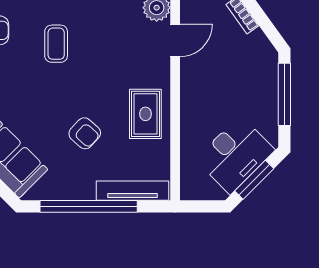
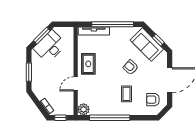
door: (175, 40) -> (76, 84), moved
window: (284, 94) -> (29, 72), width x0.69
armchair: (85, 133) -> (131, 67), moved

